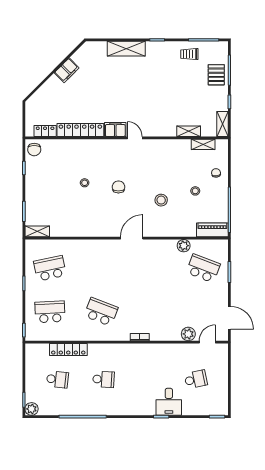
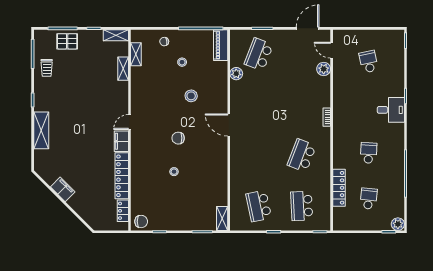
desk: (169, 402) -> (391, 110), moved

